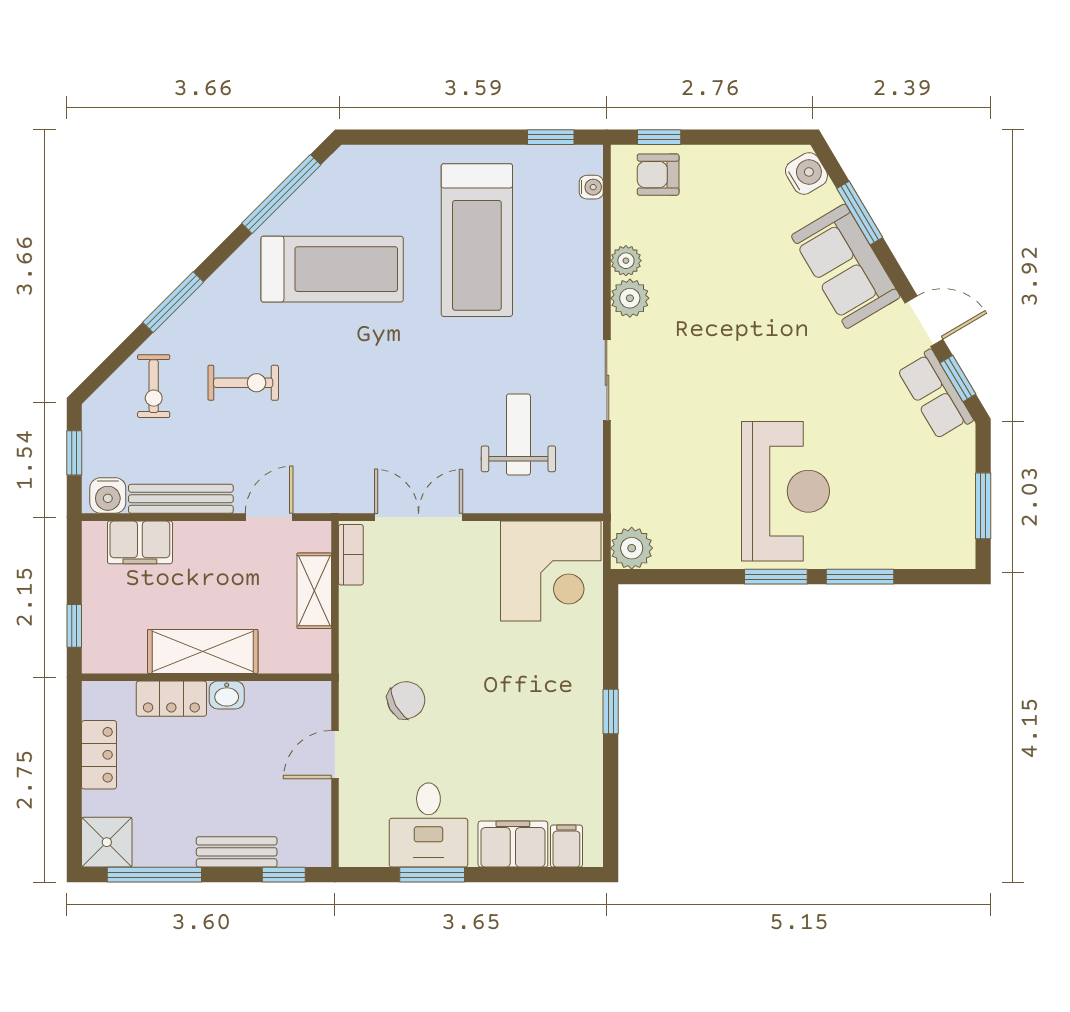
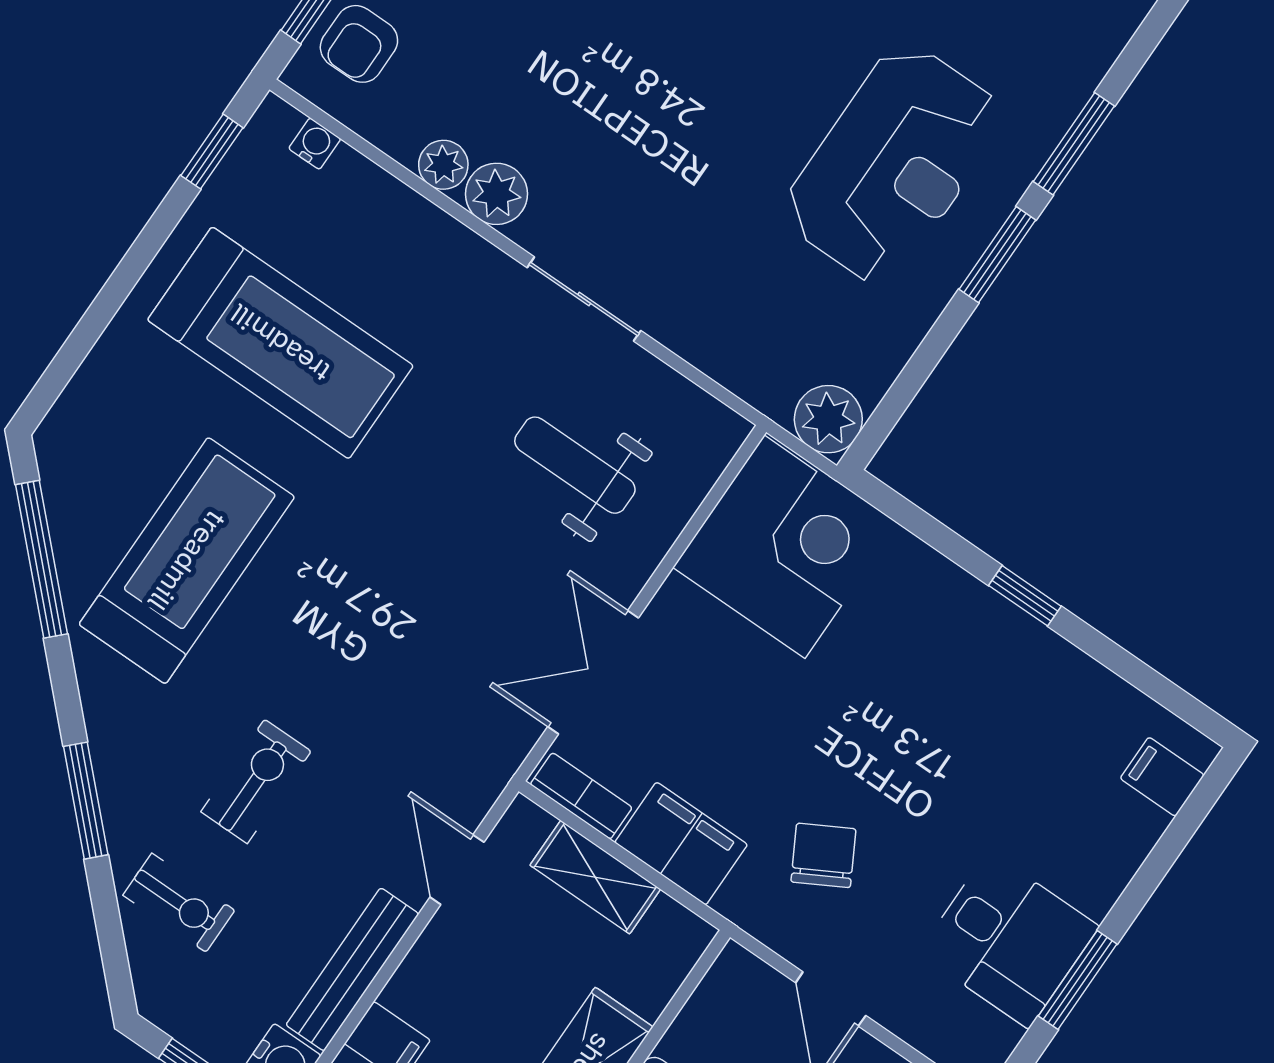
reception desk: (786, 491) -> (893, 164), turned 90
filing cabinet: (513, 844) -> (681, 844), moved, turned 90

